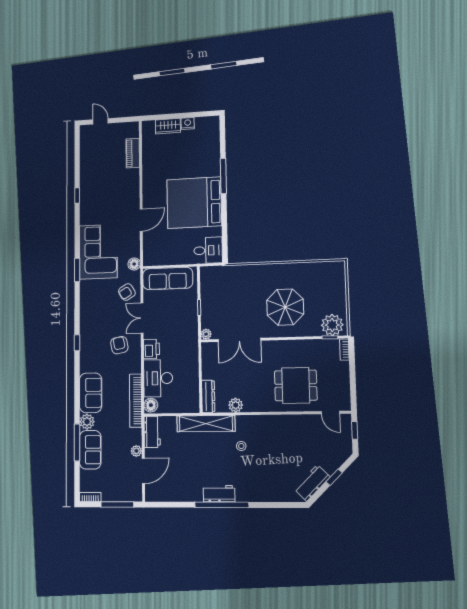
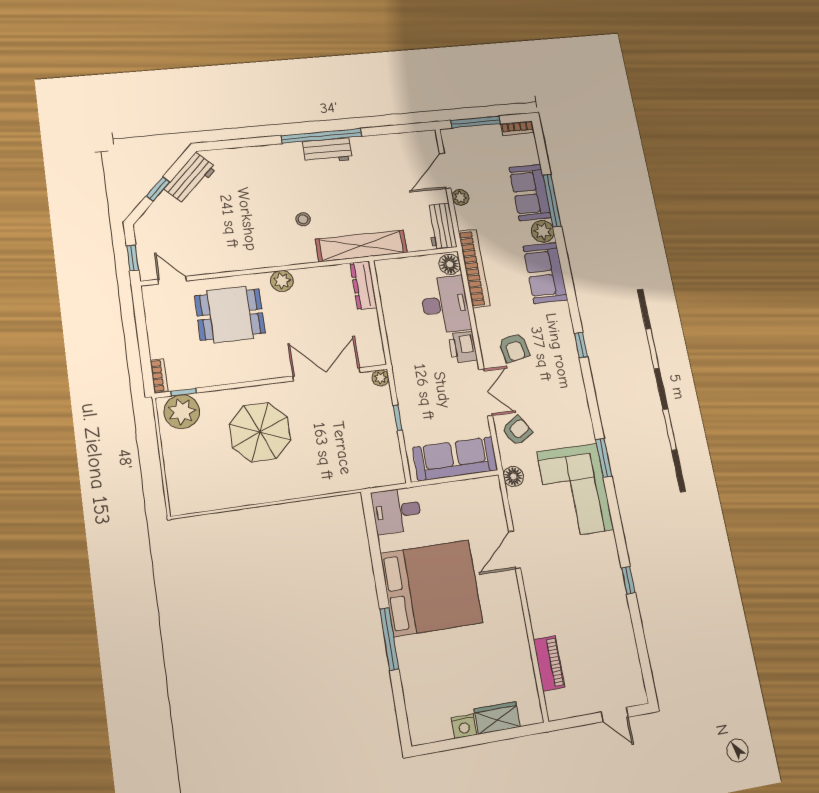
plant: (236, 405) -> (282, 281), moved

